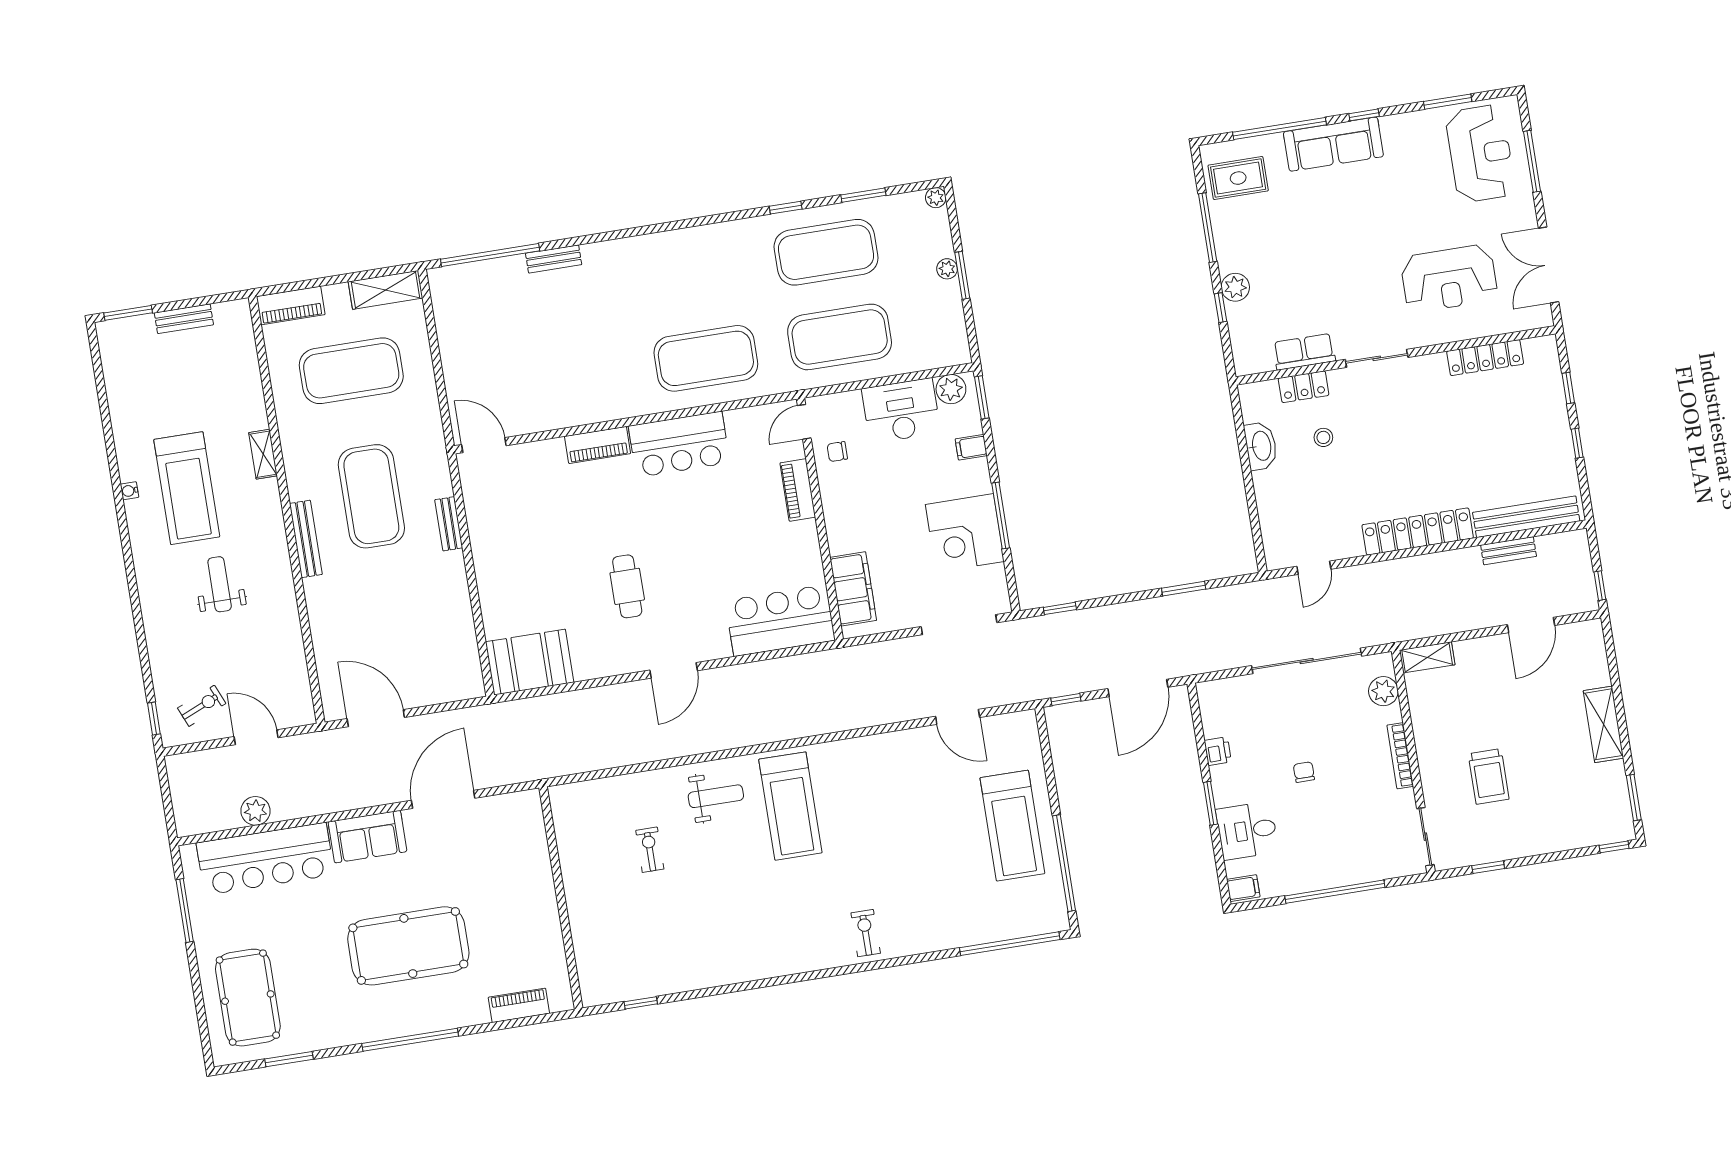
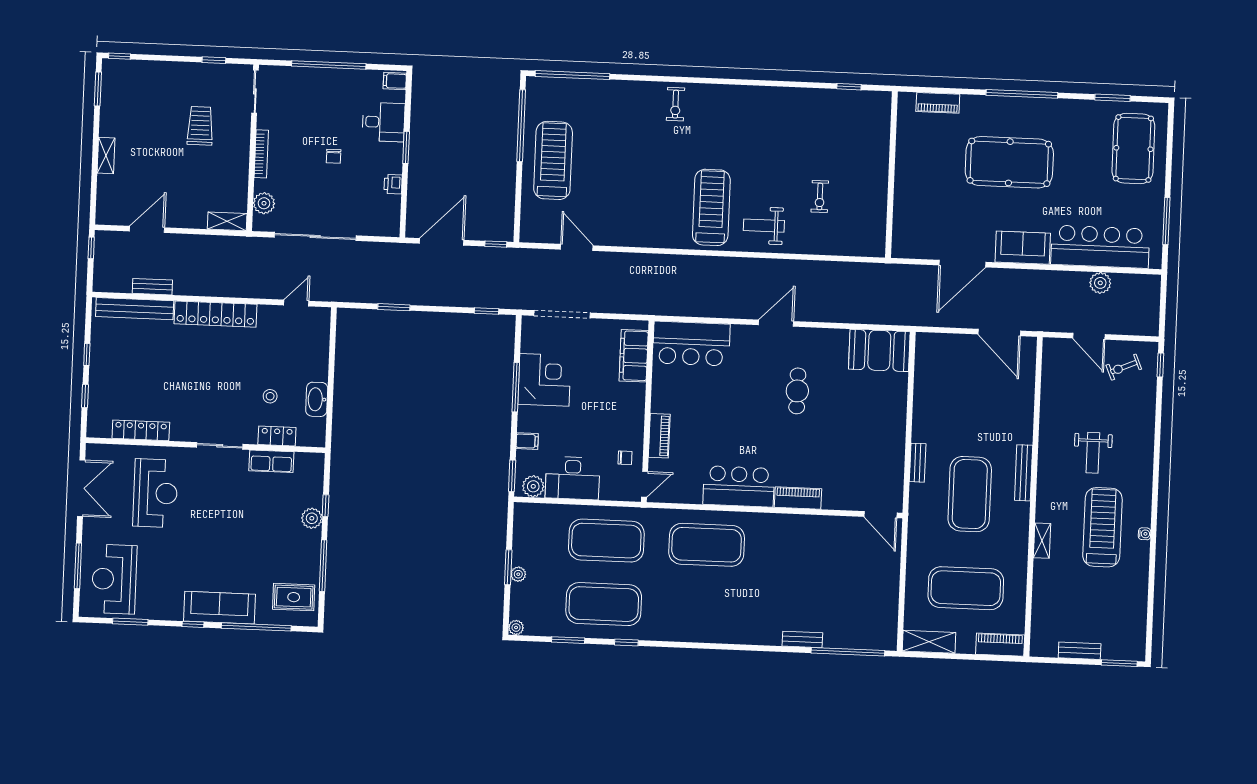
reception desk: (1449, 278) -> (155, 493), turned 90
shelving: (1603, 724) -> (106, 156), width x0.67, depth x0.75

